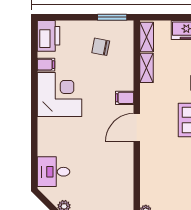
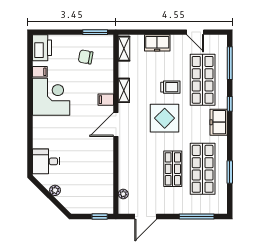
shelving: (146, 68) -> (124, 90), moved

